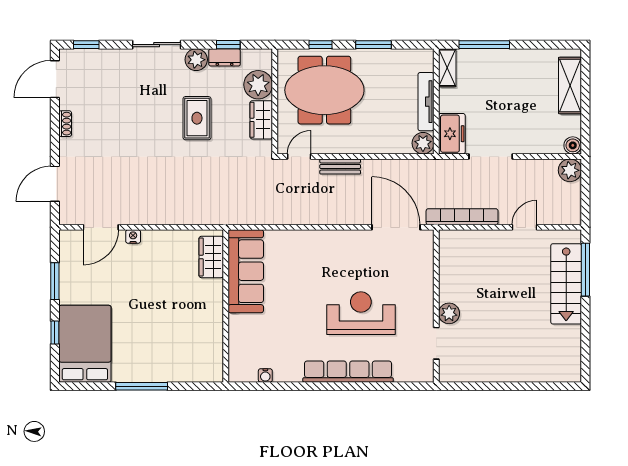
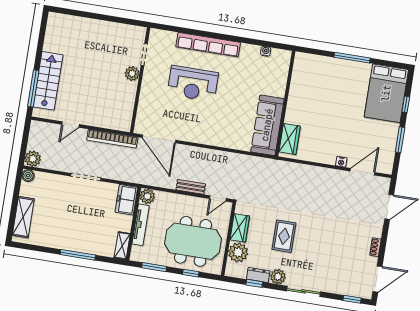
shelving: (447, 68) -> (122, 246), moved
wall: (436, 101) -> (134, 224), moved
tv unit: (426, 102) -> (141, 225), moved
freezer: (452, 134) -> (126, 200), moved
plant: (423, 143) -> (147, 196), moved

